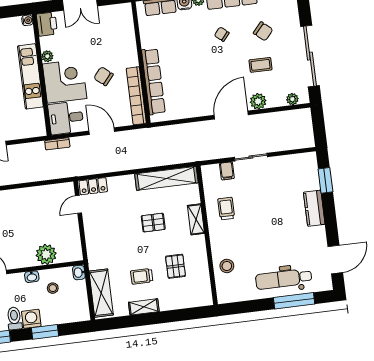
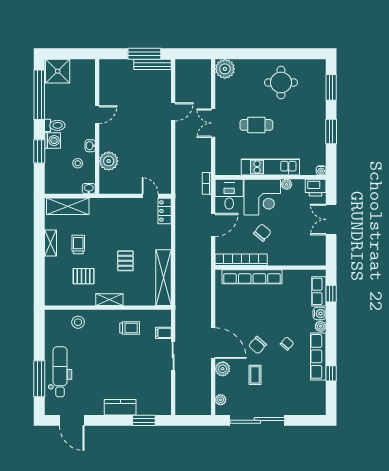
chair: (263, 31) -> (258, 345), moved
shelving: (196, 219) -> (109, 300), moved

